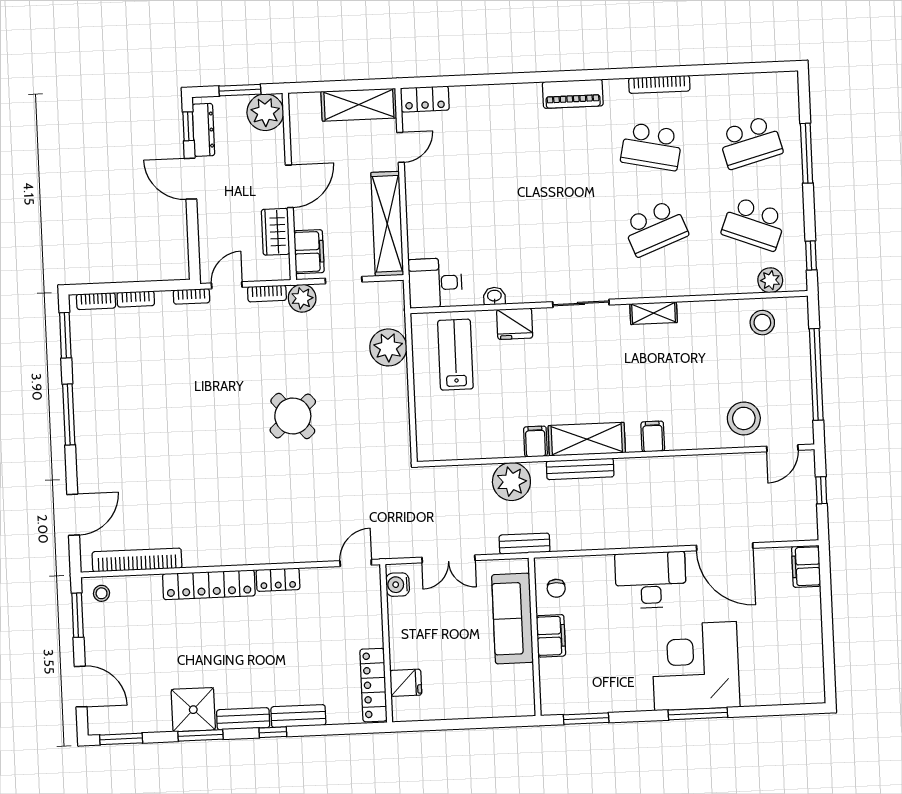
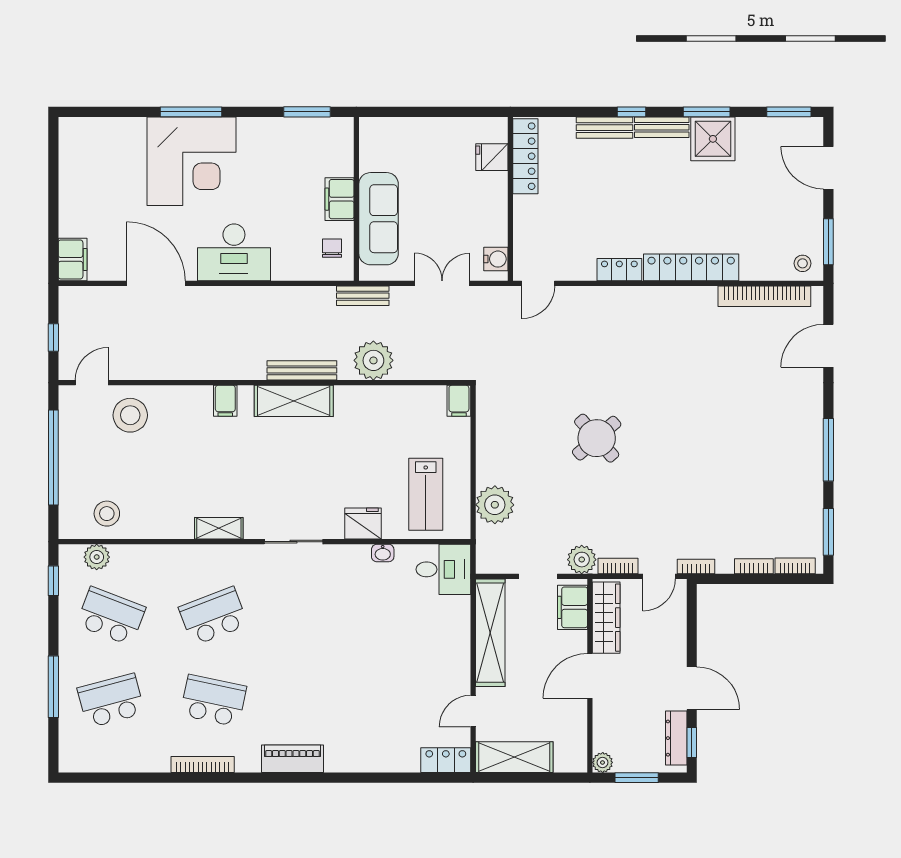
plant: (265, 112) -> (603, 762), width x0.53, depth x0.53
wardrobe: (276, 232) -> (606, 618), width x1.50
filing cabinet: (535, 442) -> (459, 401), moved

